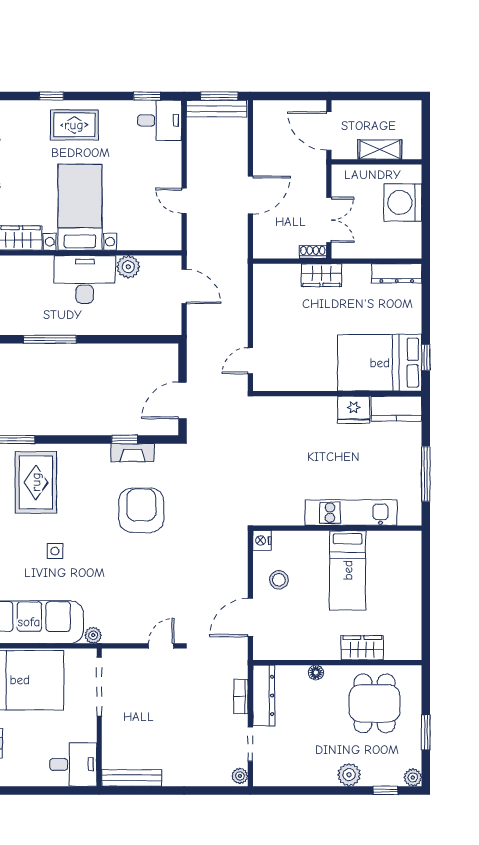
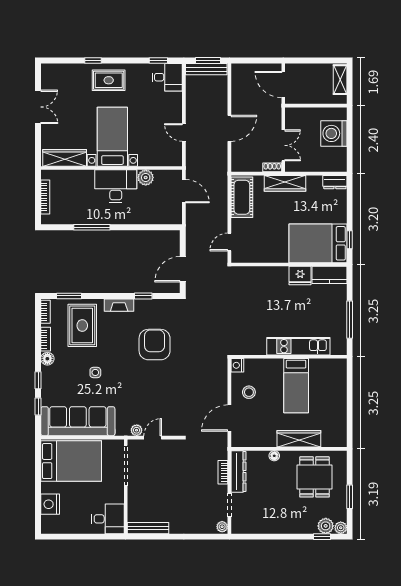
shelving: (380, 149) -> (340, 80), moved, turned 90
dresser: (397, 273) -> (335, 182), width x0.70
wardrobe: (321, 275) -> (285, 183), width x1.50
cot: (269, 295) -> (242, 197), added
fireplace: (133, 453) -> (119, 305), moved
plant: (93, 635) -> (137, 430), moved
door: (161, 646) -> (153, 438), moved
wardrobe: (362, 648) -> (299, 439), width x1.50
plant: (349, 775) -> (326, 526), moved

